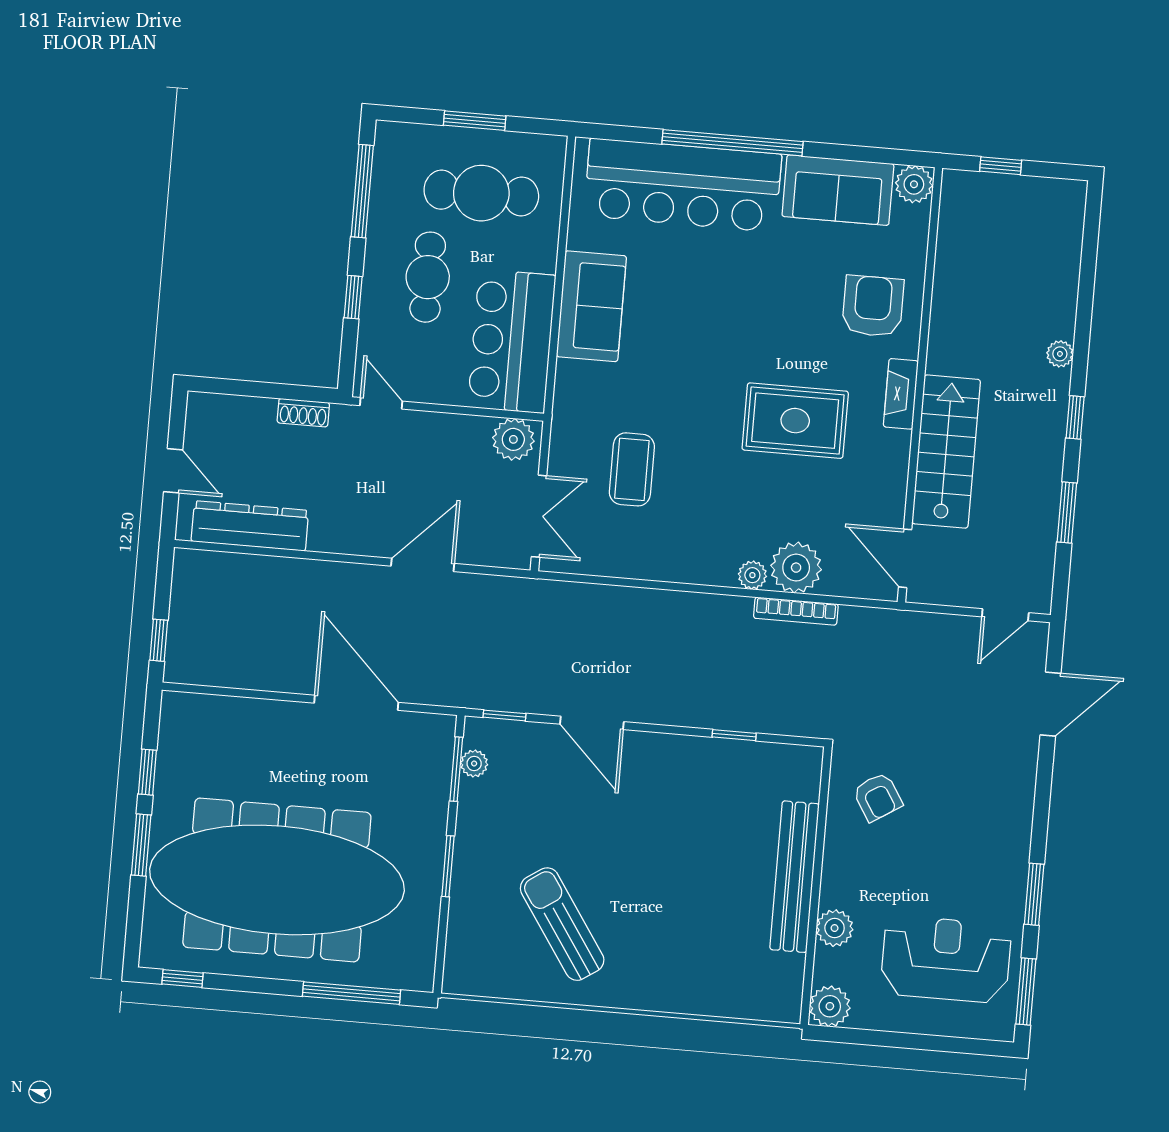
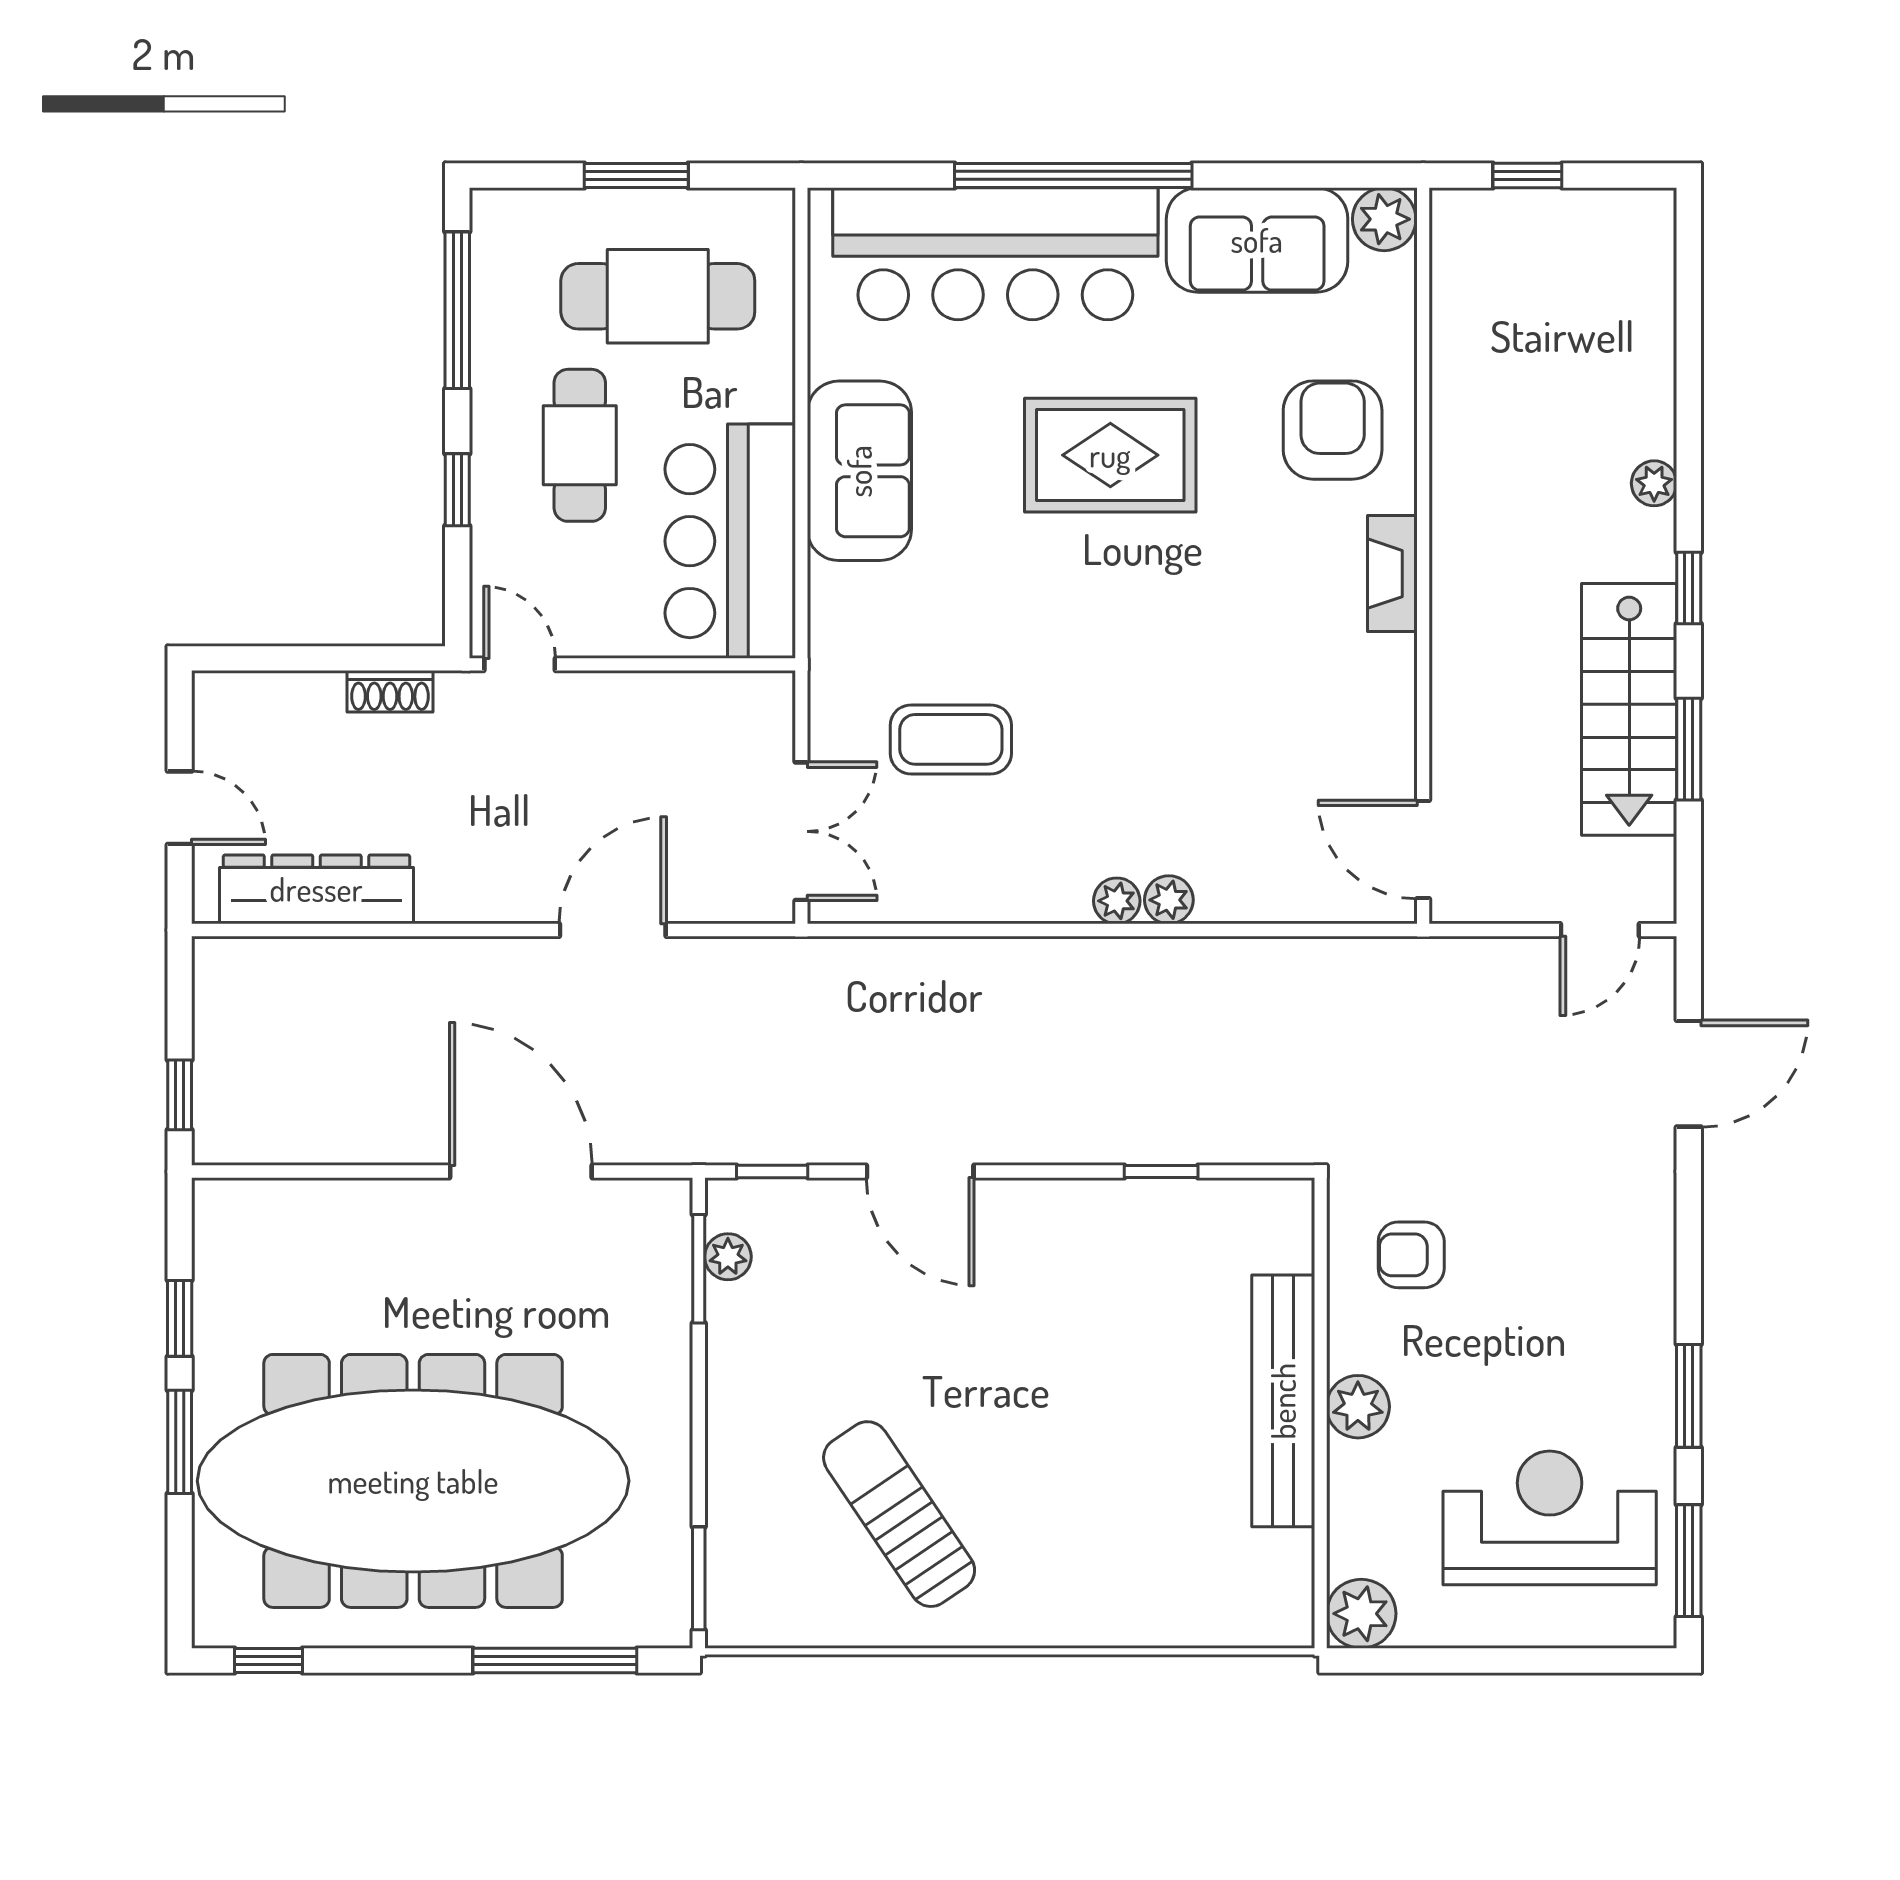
rug: (795, 421) -> (1110, 455), moved
plant: (513, 439) -> (747, 706), removed
stairs: (946, 452) -> (1629, 709), moved, turned 180
coffee table: (632, 469) -> (951, 739), turned 90
plant: (796, 568) -> (1117, 901), moved, width x0.53, depth x0.53
bookcase: (796, 611) -> (1247, 954), removed
armchair: (877, 797) -> (1411, 1255), turned 122
window: (448, 866) -> (699, 1578), moved
plant: (835, 928) -> (1358, 1407), moved

